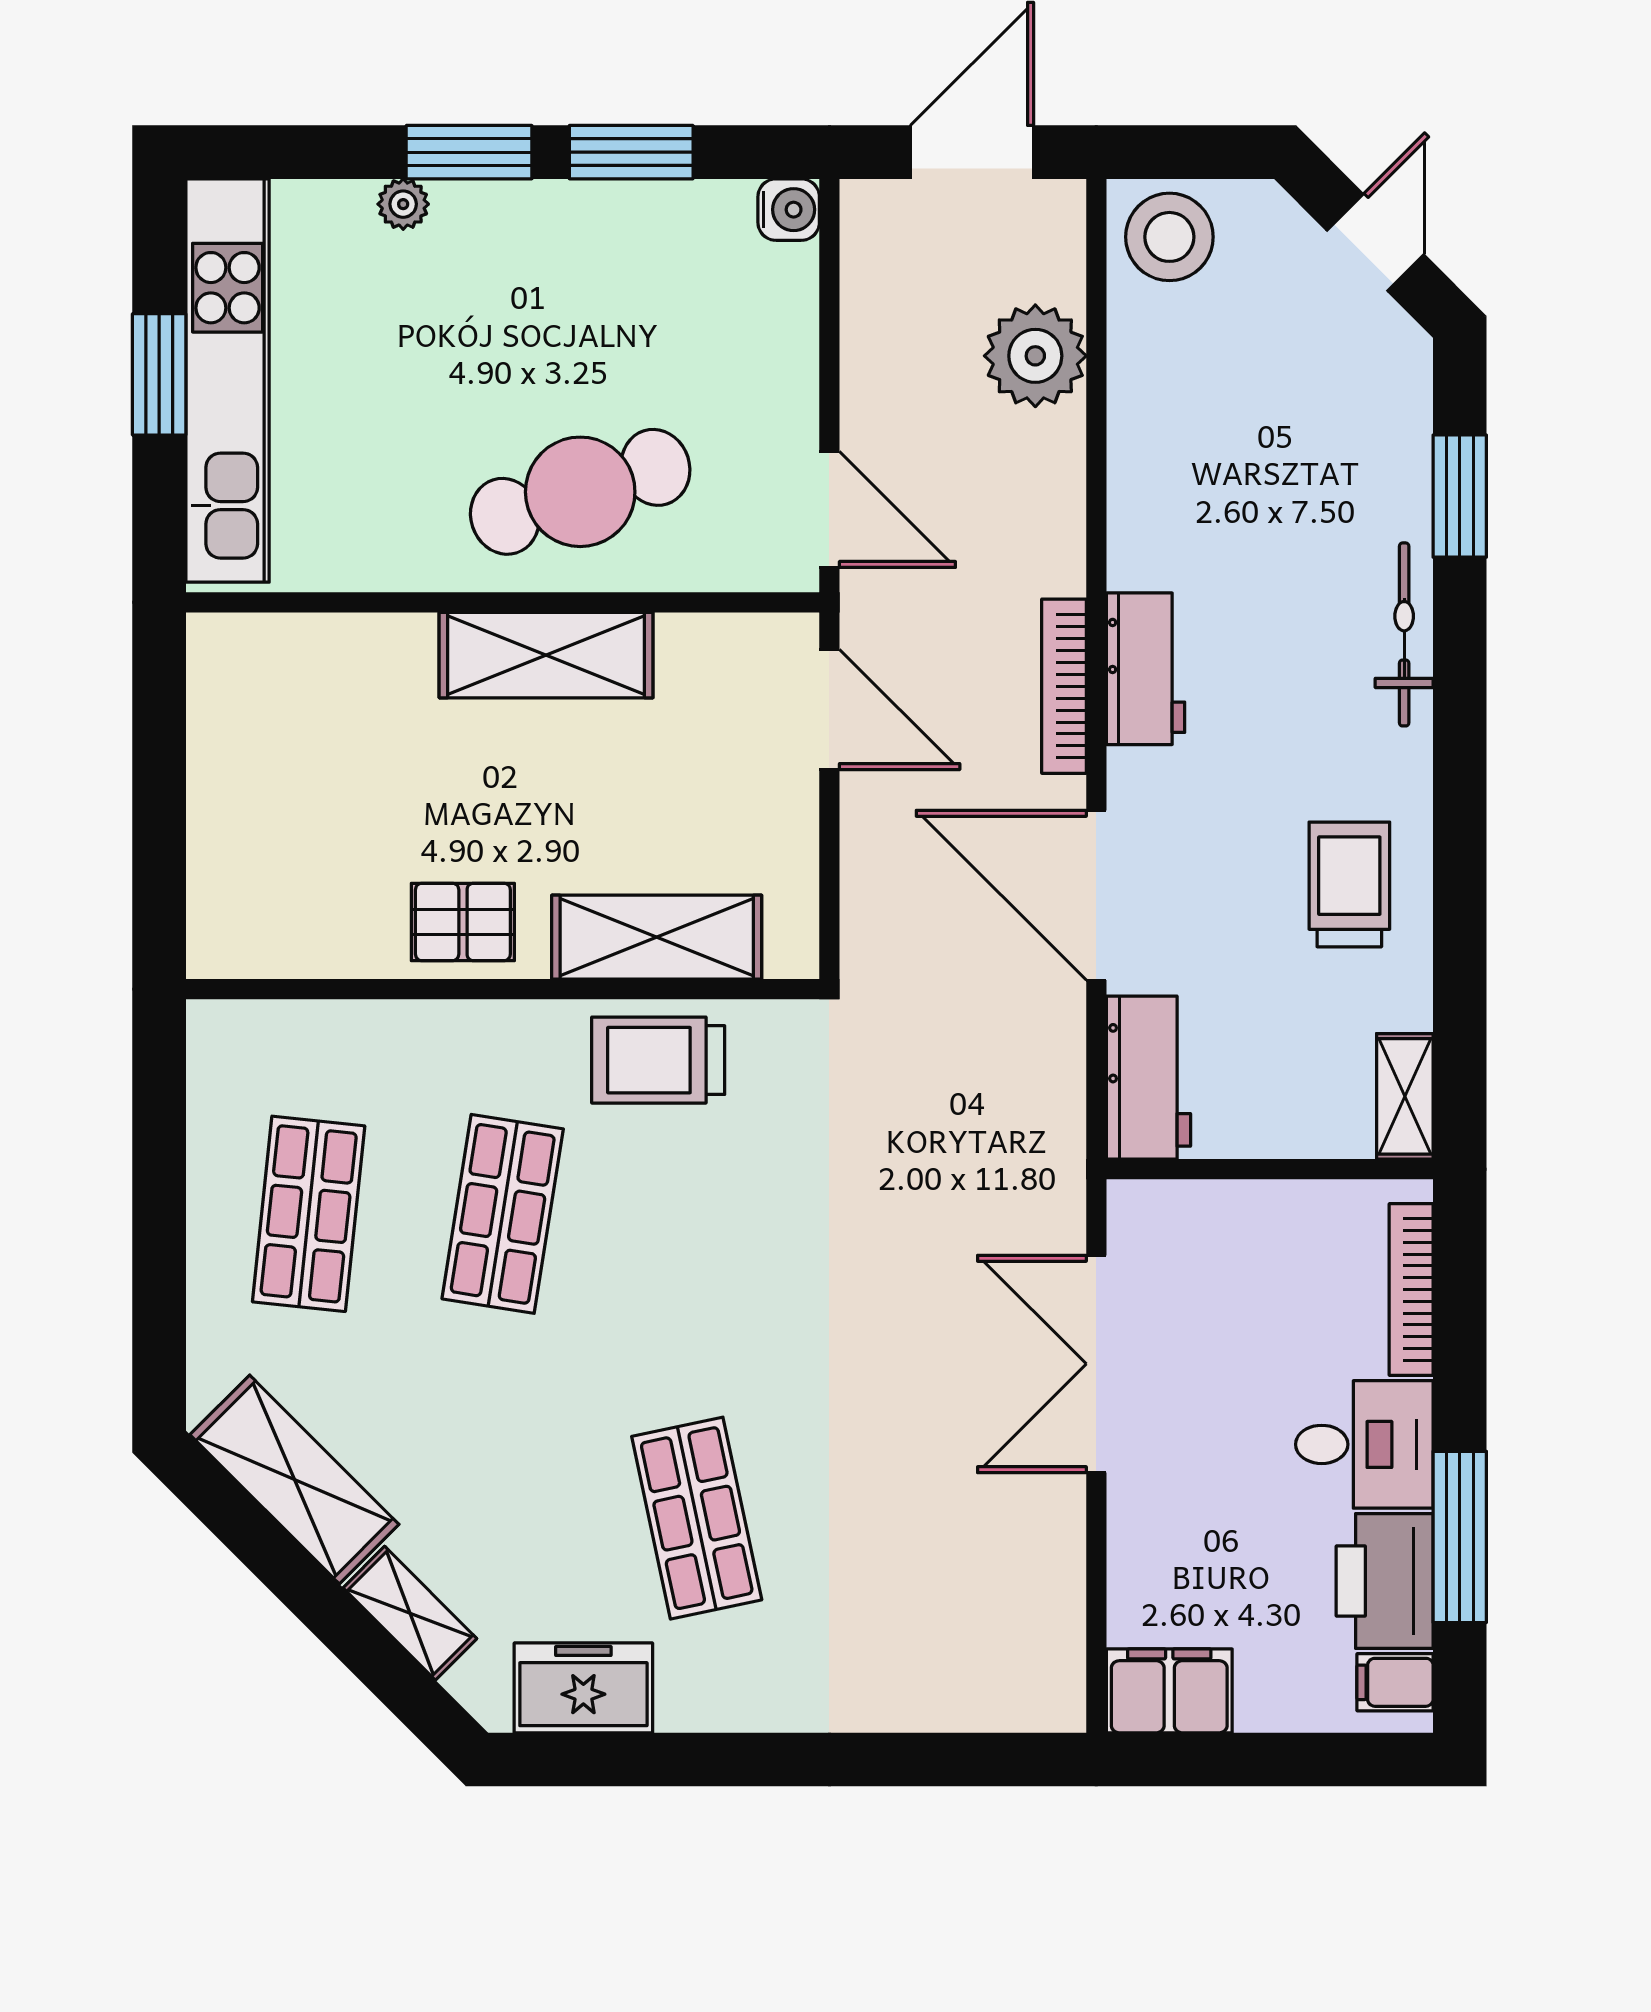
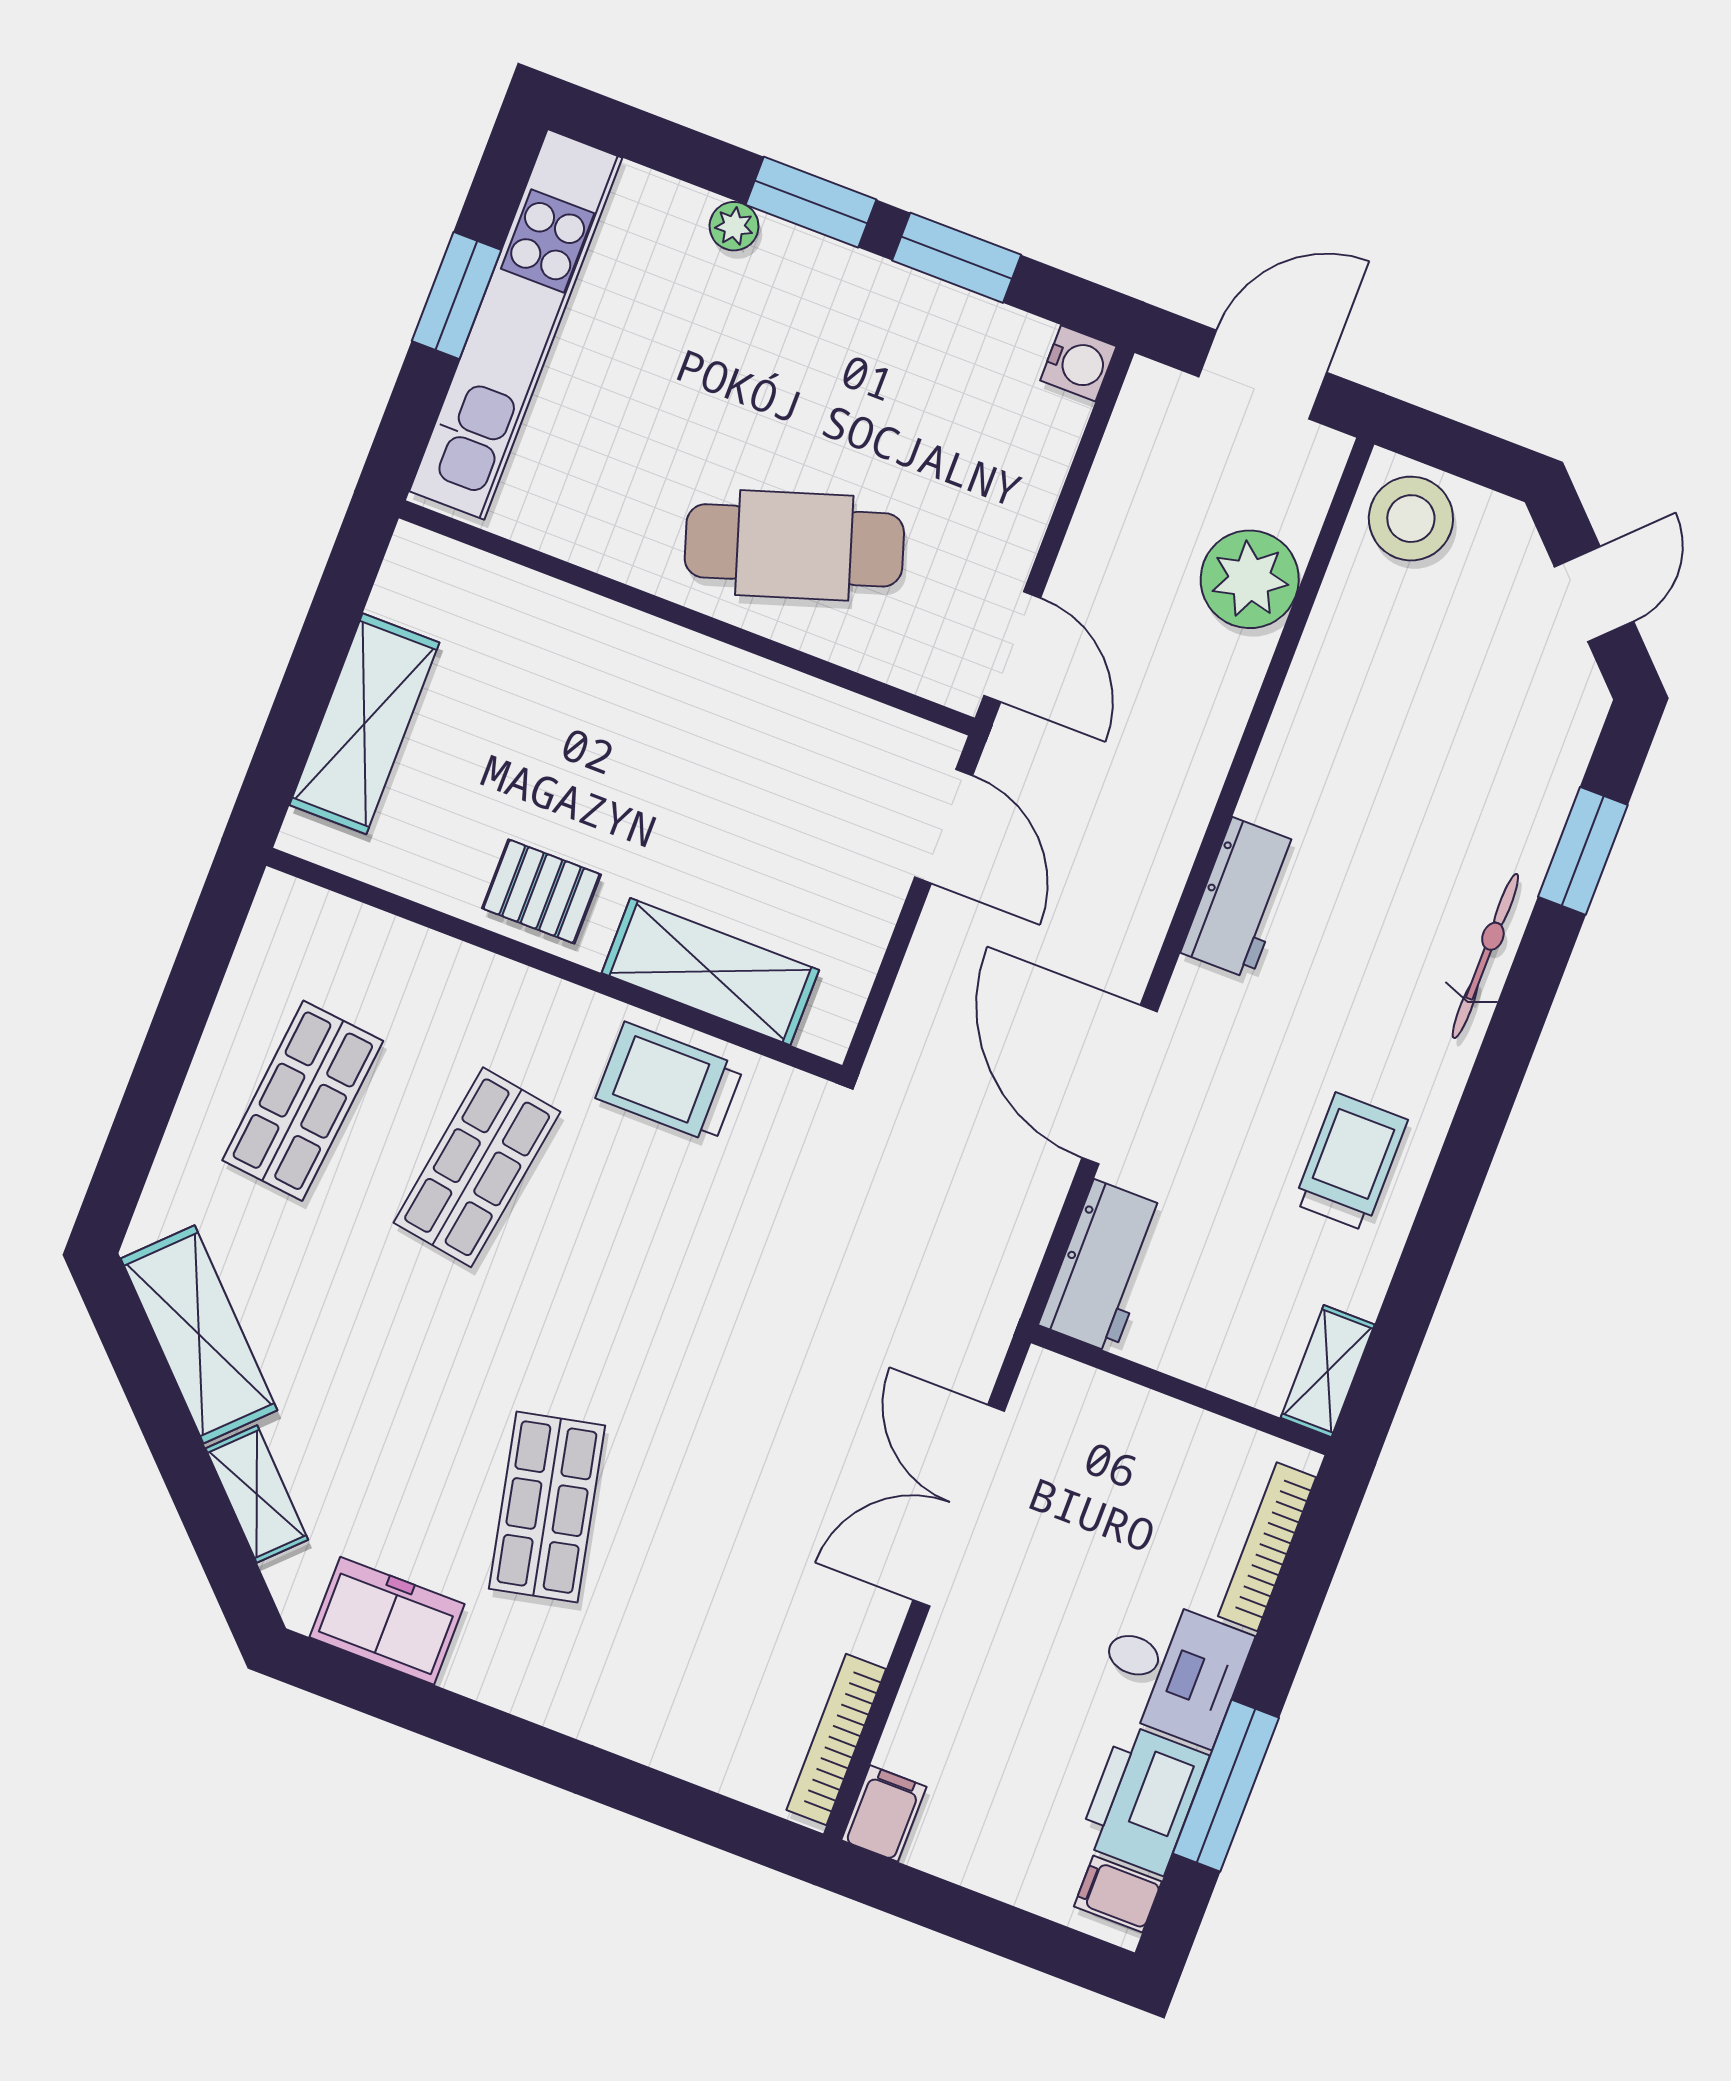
shelving: (546, 655) -> (364, 724), moved, turned 90
bookcase: (1064, 686) -> (836, 1739), moved
filing cabinet: (1169, 1691) -> (884, 1813), width x0.50

